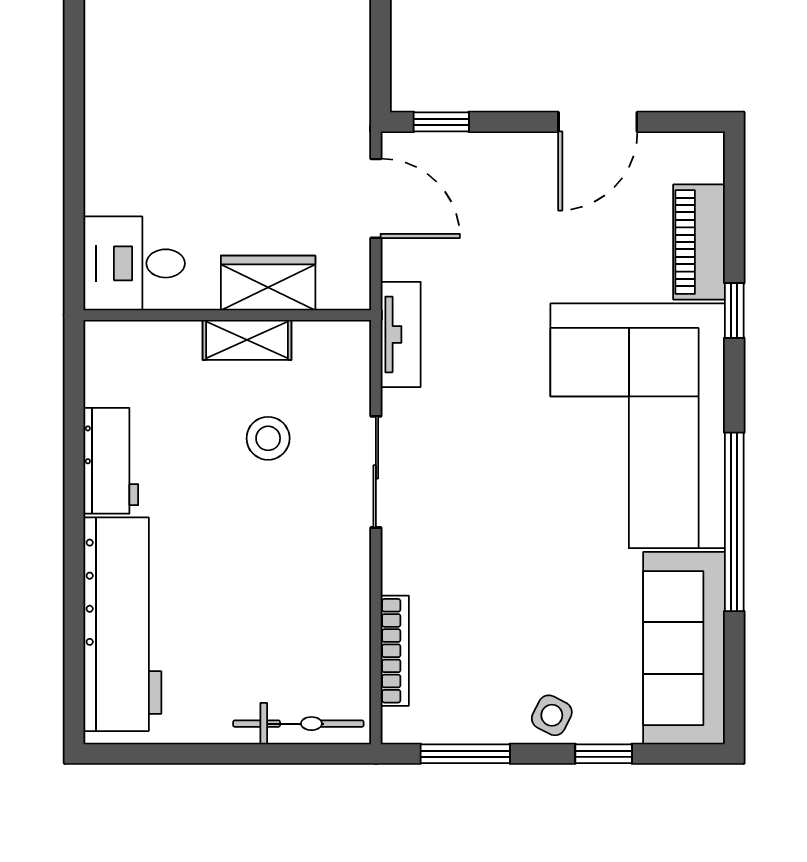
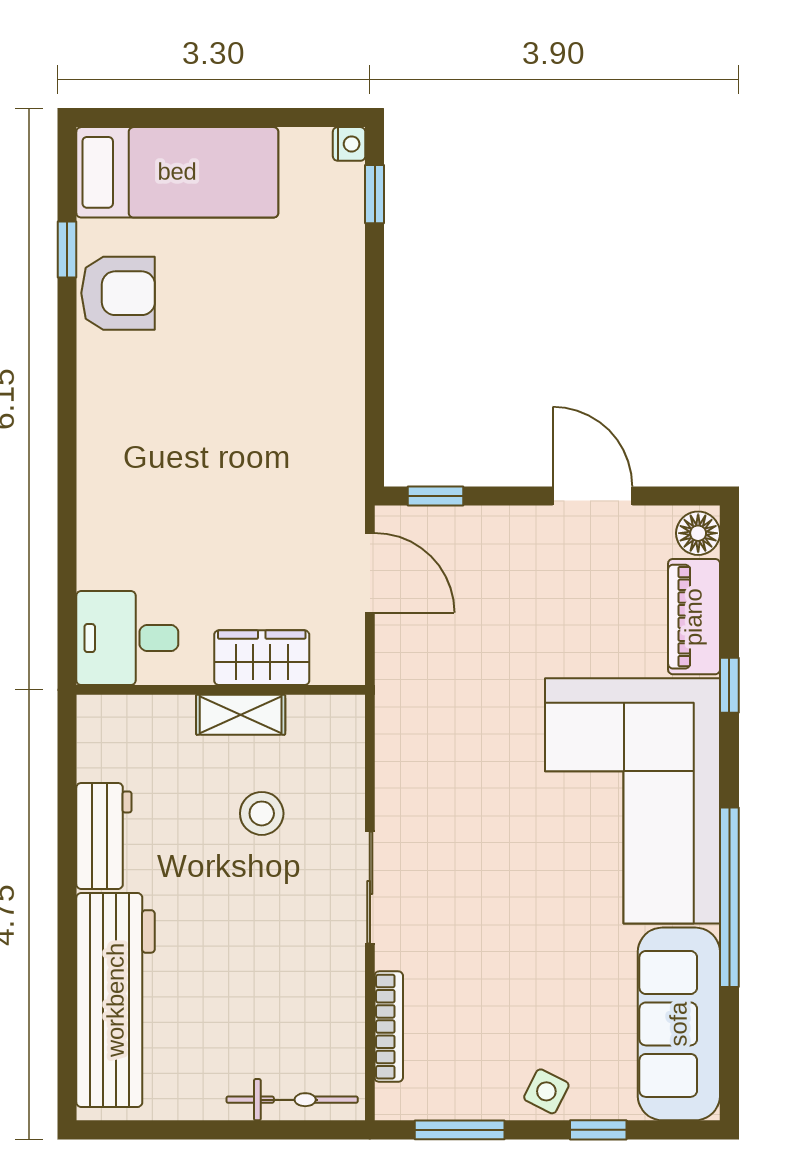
door: (598, 122) -> (593, 496), swing flipped
floor lamp: (703, 159) -> (698, 533), added
tv unit: (401, 334) -> (395, 709), removed
sliding door: (376, 472) -> (370, 888), moved

